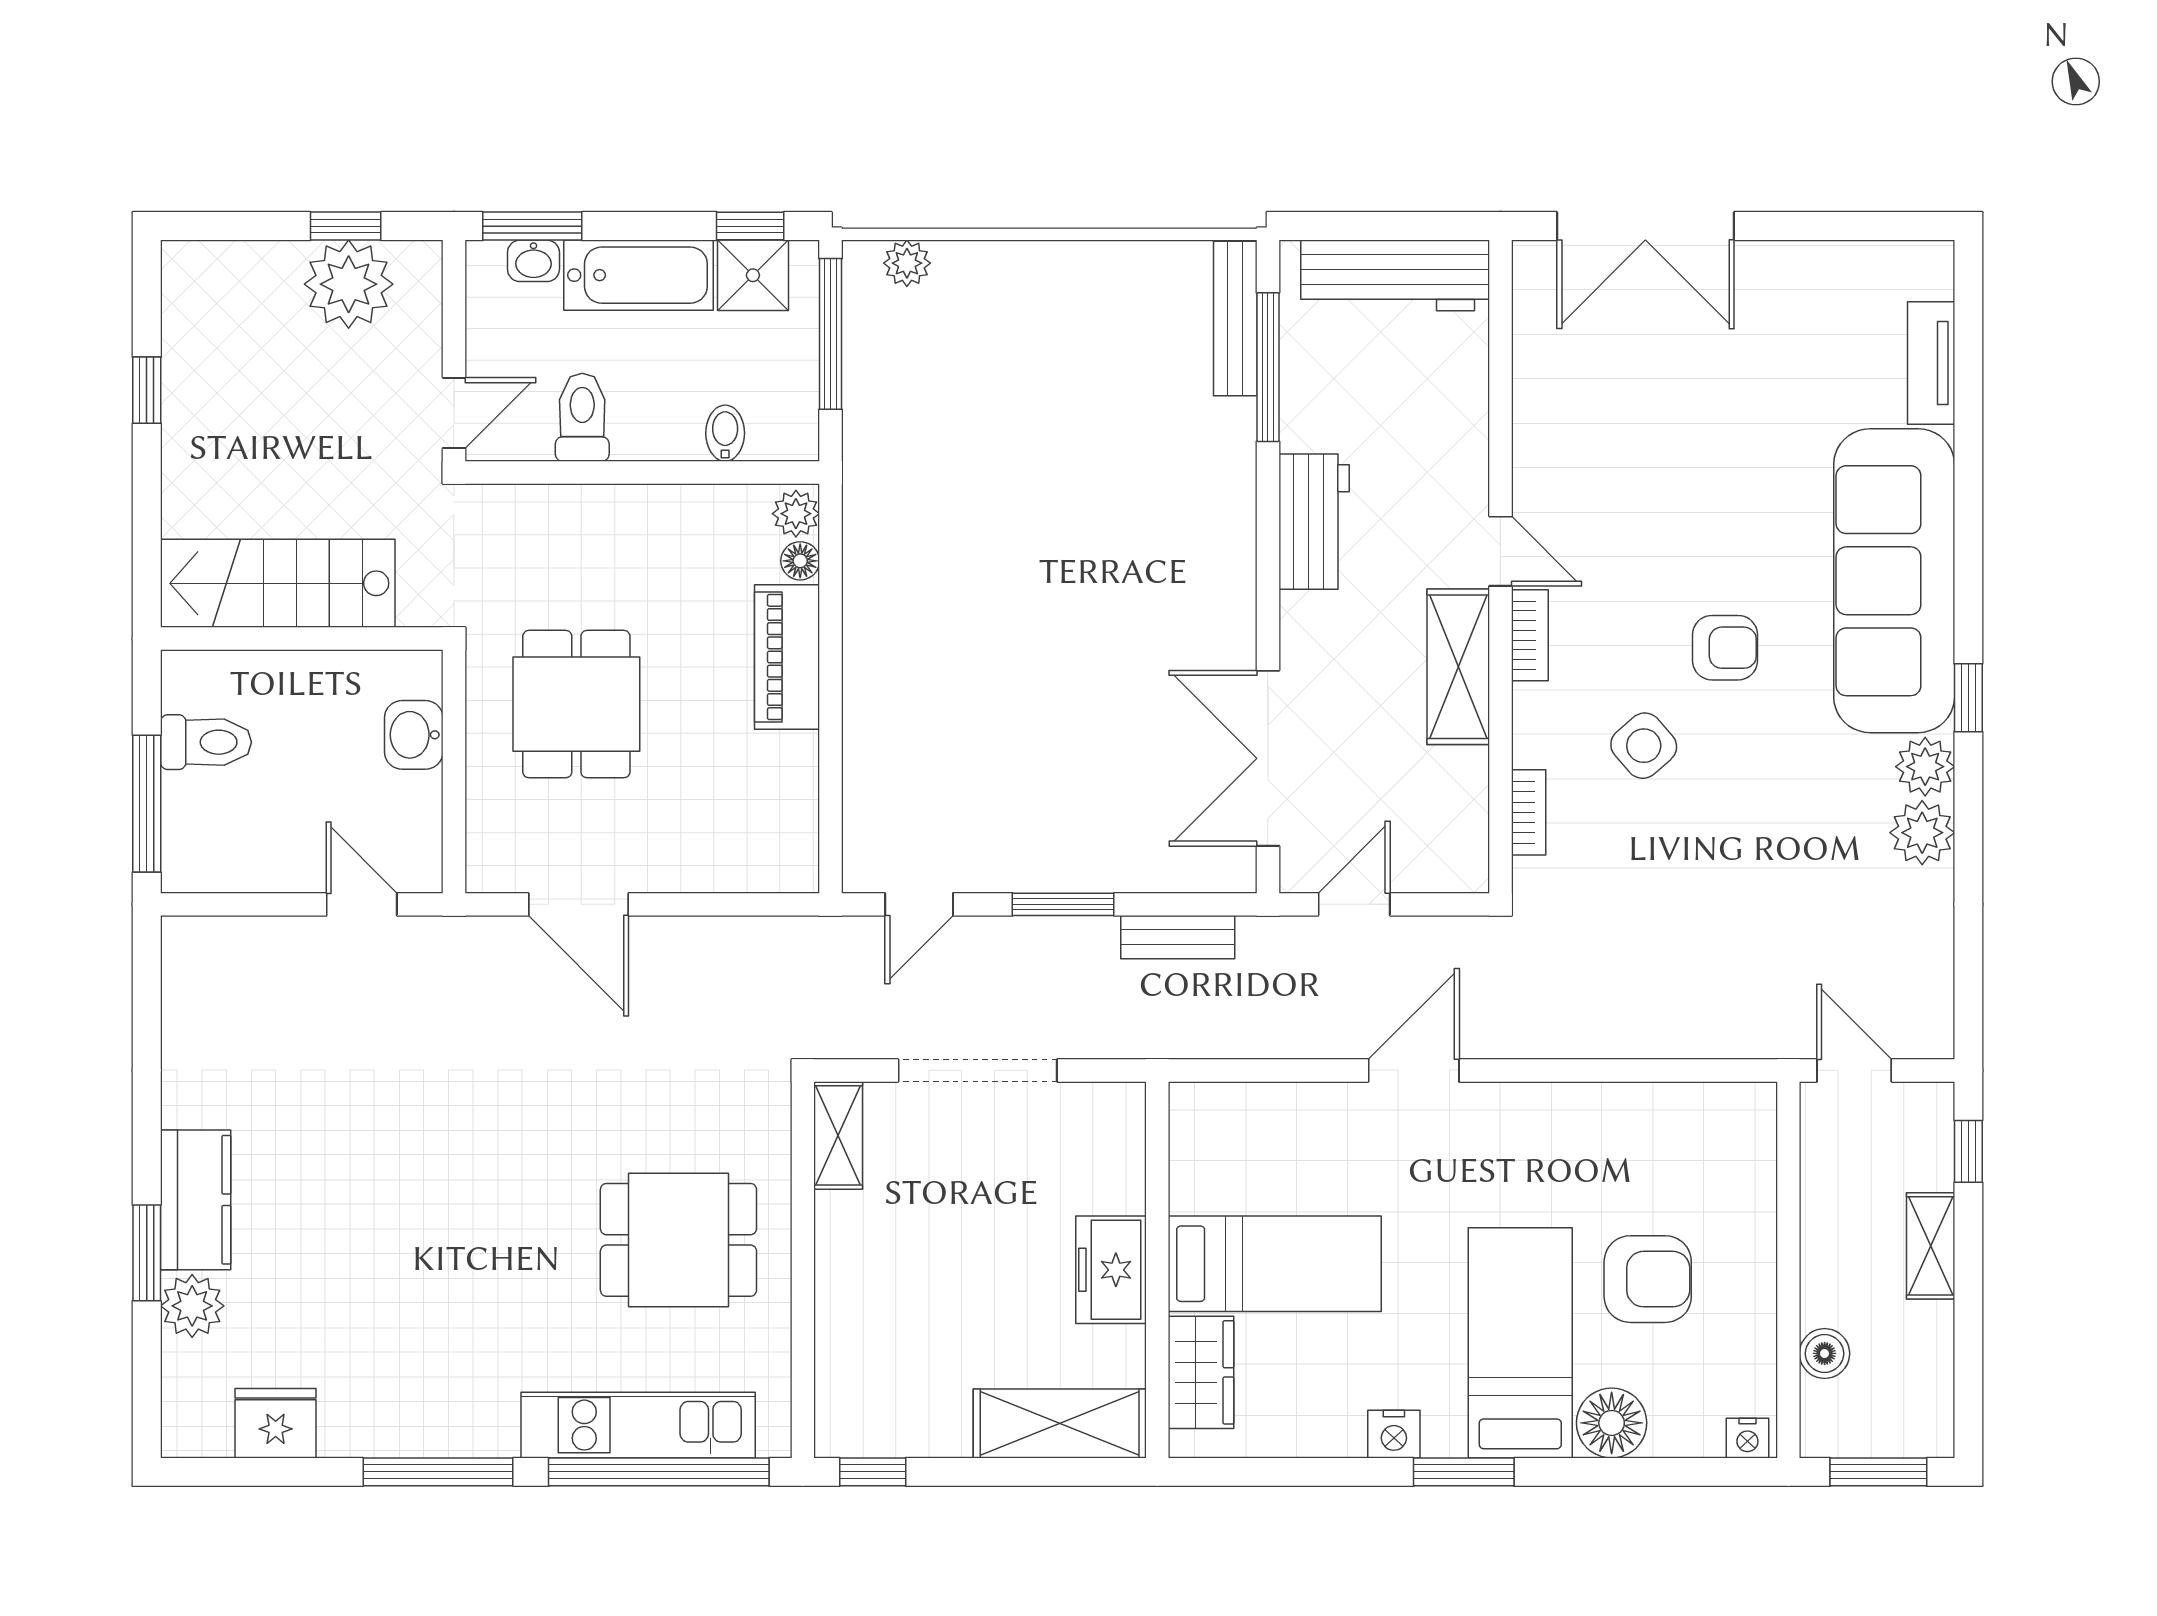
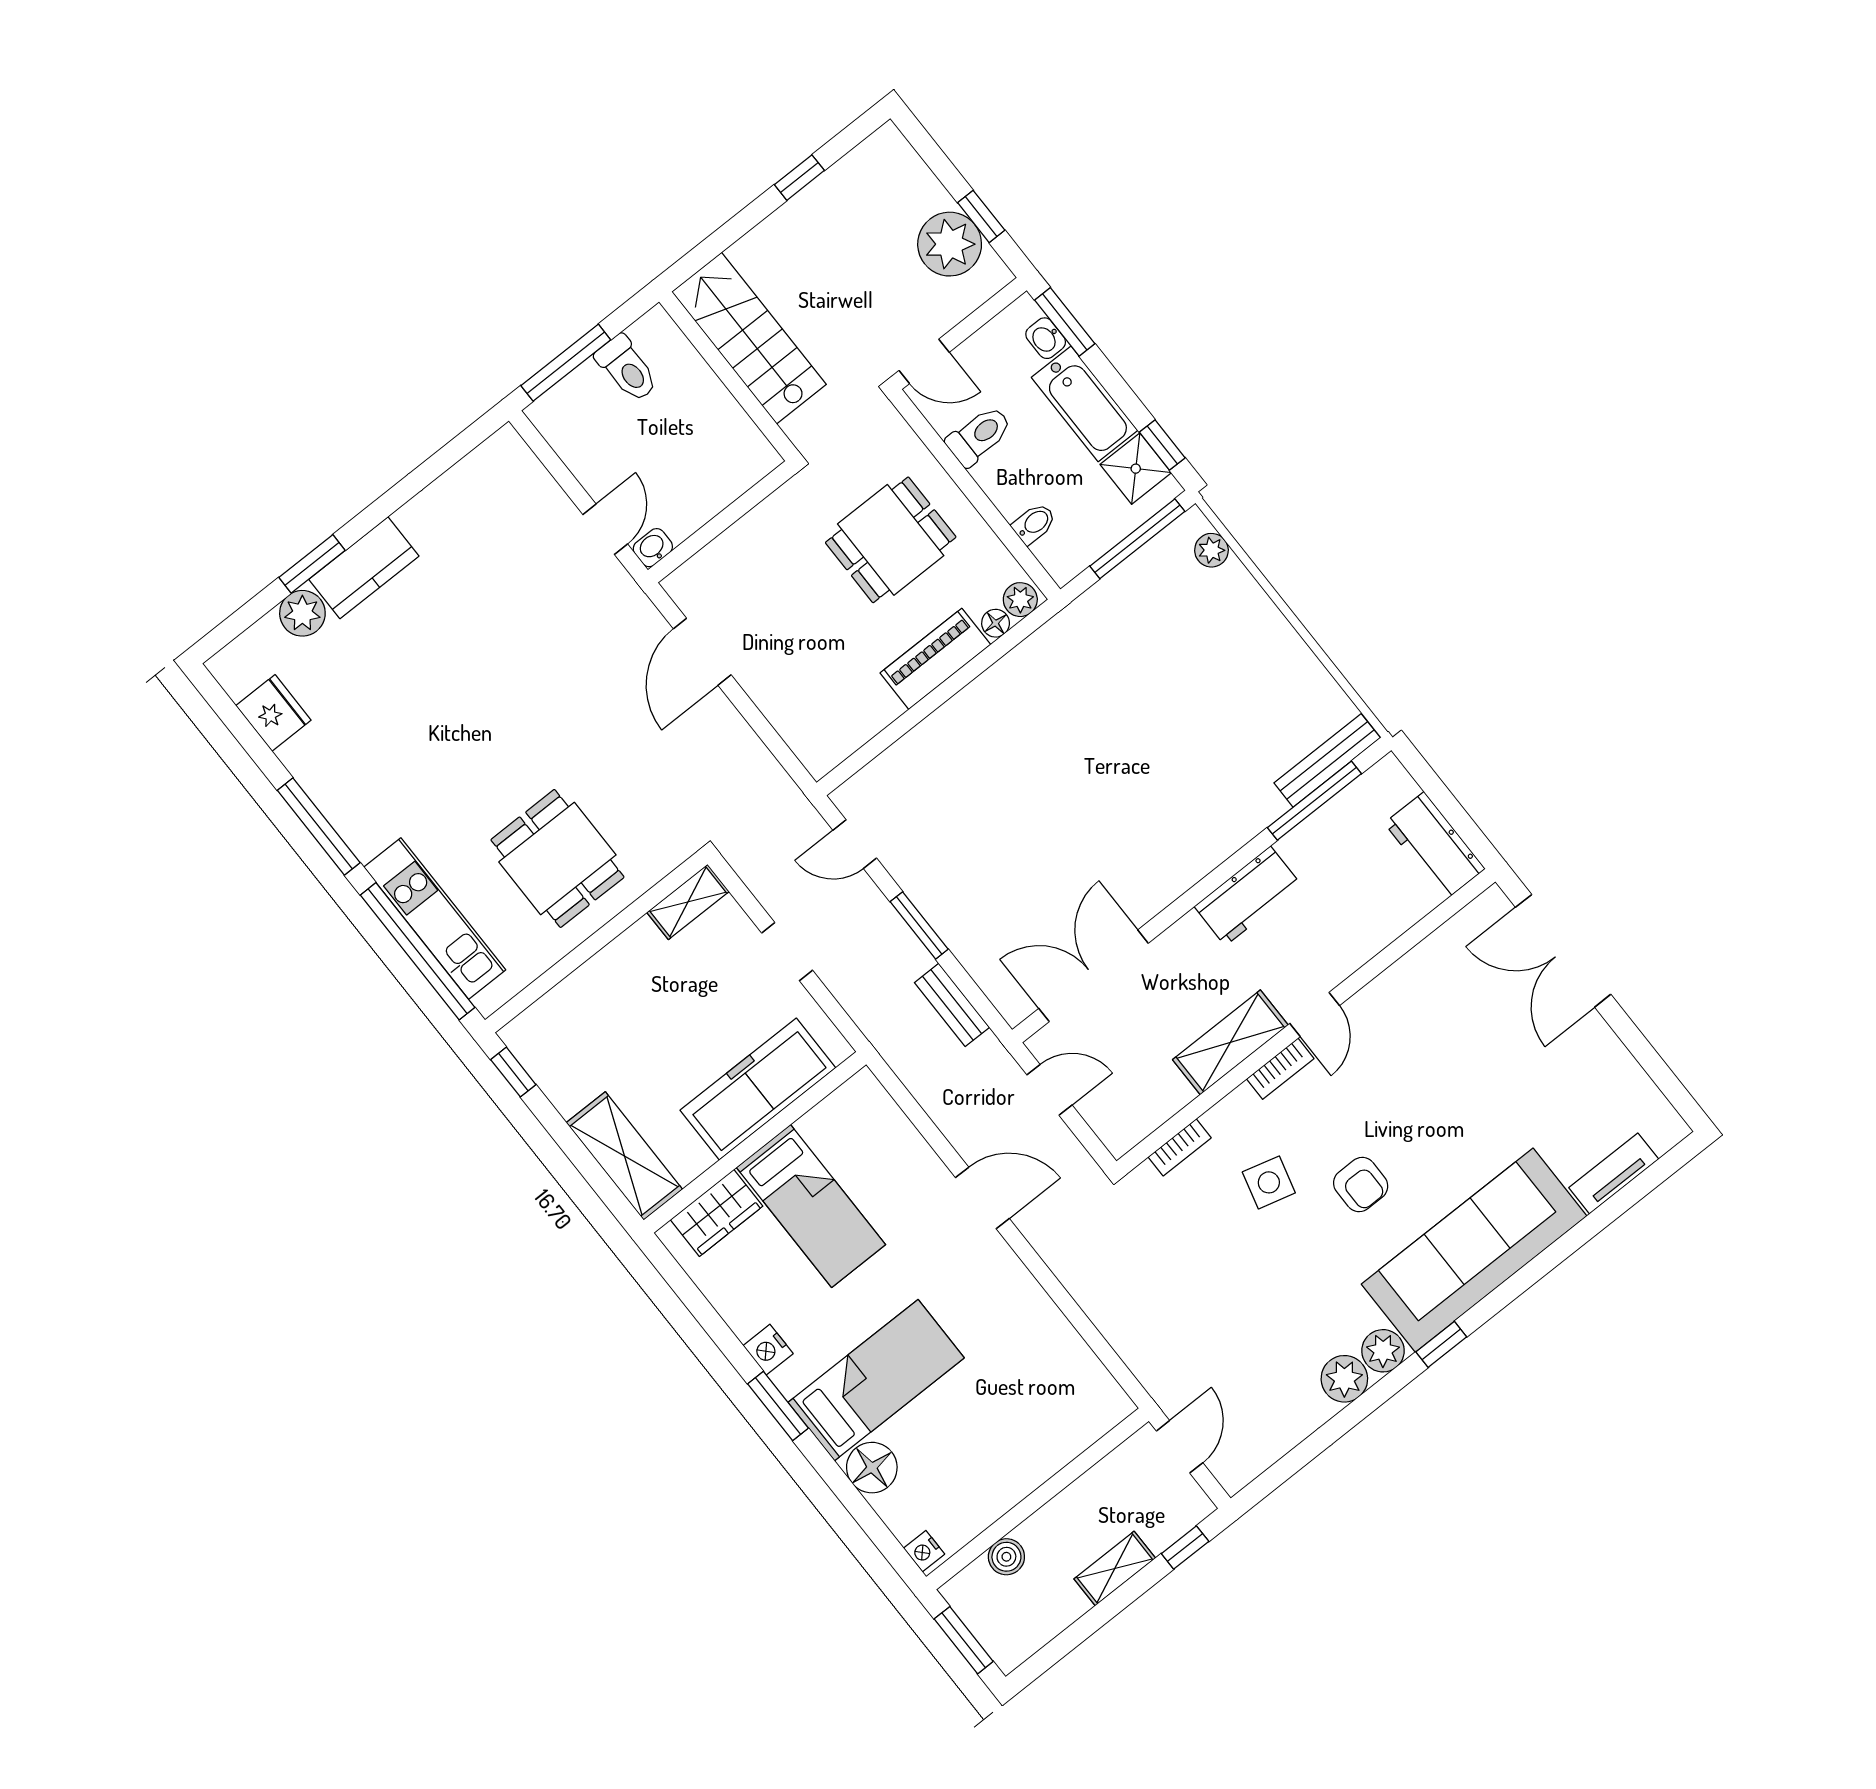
workbench: (1395, 275) -> (1435, 846), width x0.73
dining table: (576, 704) -> (891, 540), moved
washbasin: (414, 735) -> (653, 548), moved, width x0.72, depth x0.69
side table: (1644, 746) -> (1269, 1182), turned -34
doorway: (978, 1070) -> (787, 952), width x0.53
freezer: (1111, 1270) -> (758, 1089), width x1.91, depth x1.26
armchair: (1648, 1279) -> (969, 1424), removed

